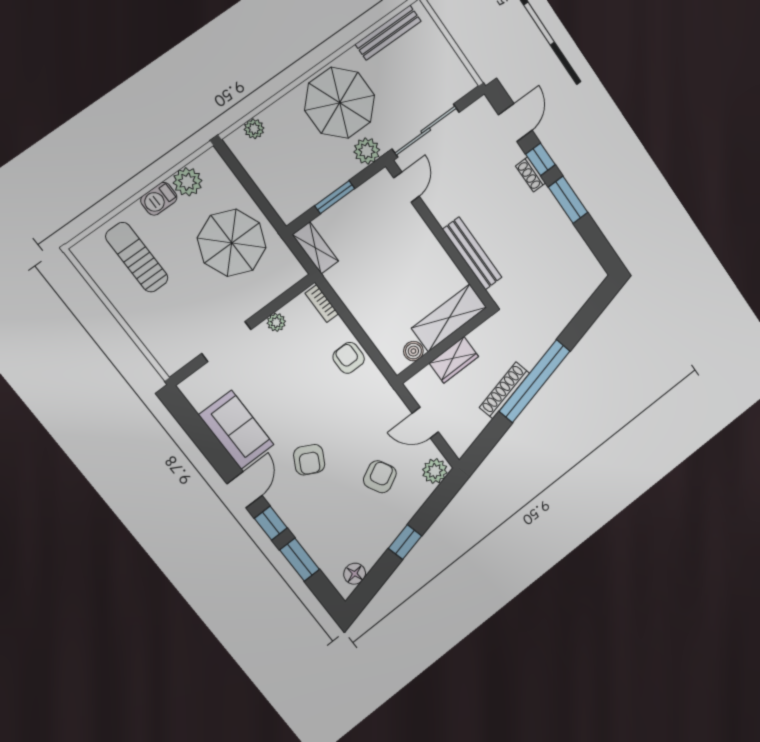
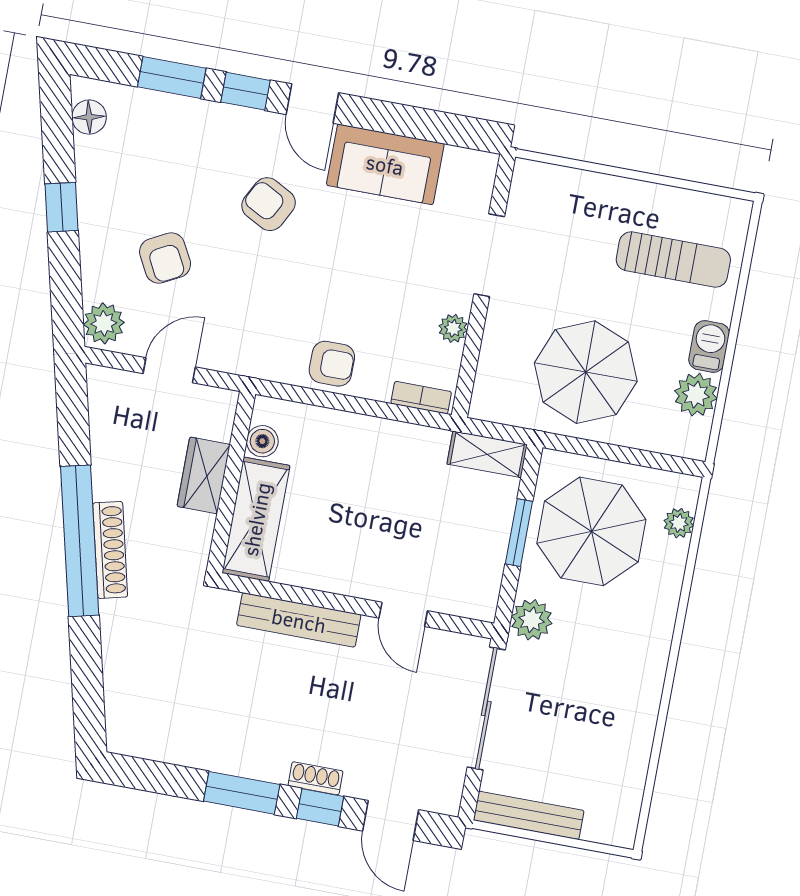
bench: (388, 33) -> (529, 815), moved, turned 90
parasol: (340, 103) -> (591, 531), moved
door: (406, 187) -> (403, 614), moved
shoe rack: (504, 390) -> (110, 550), moved

